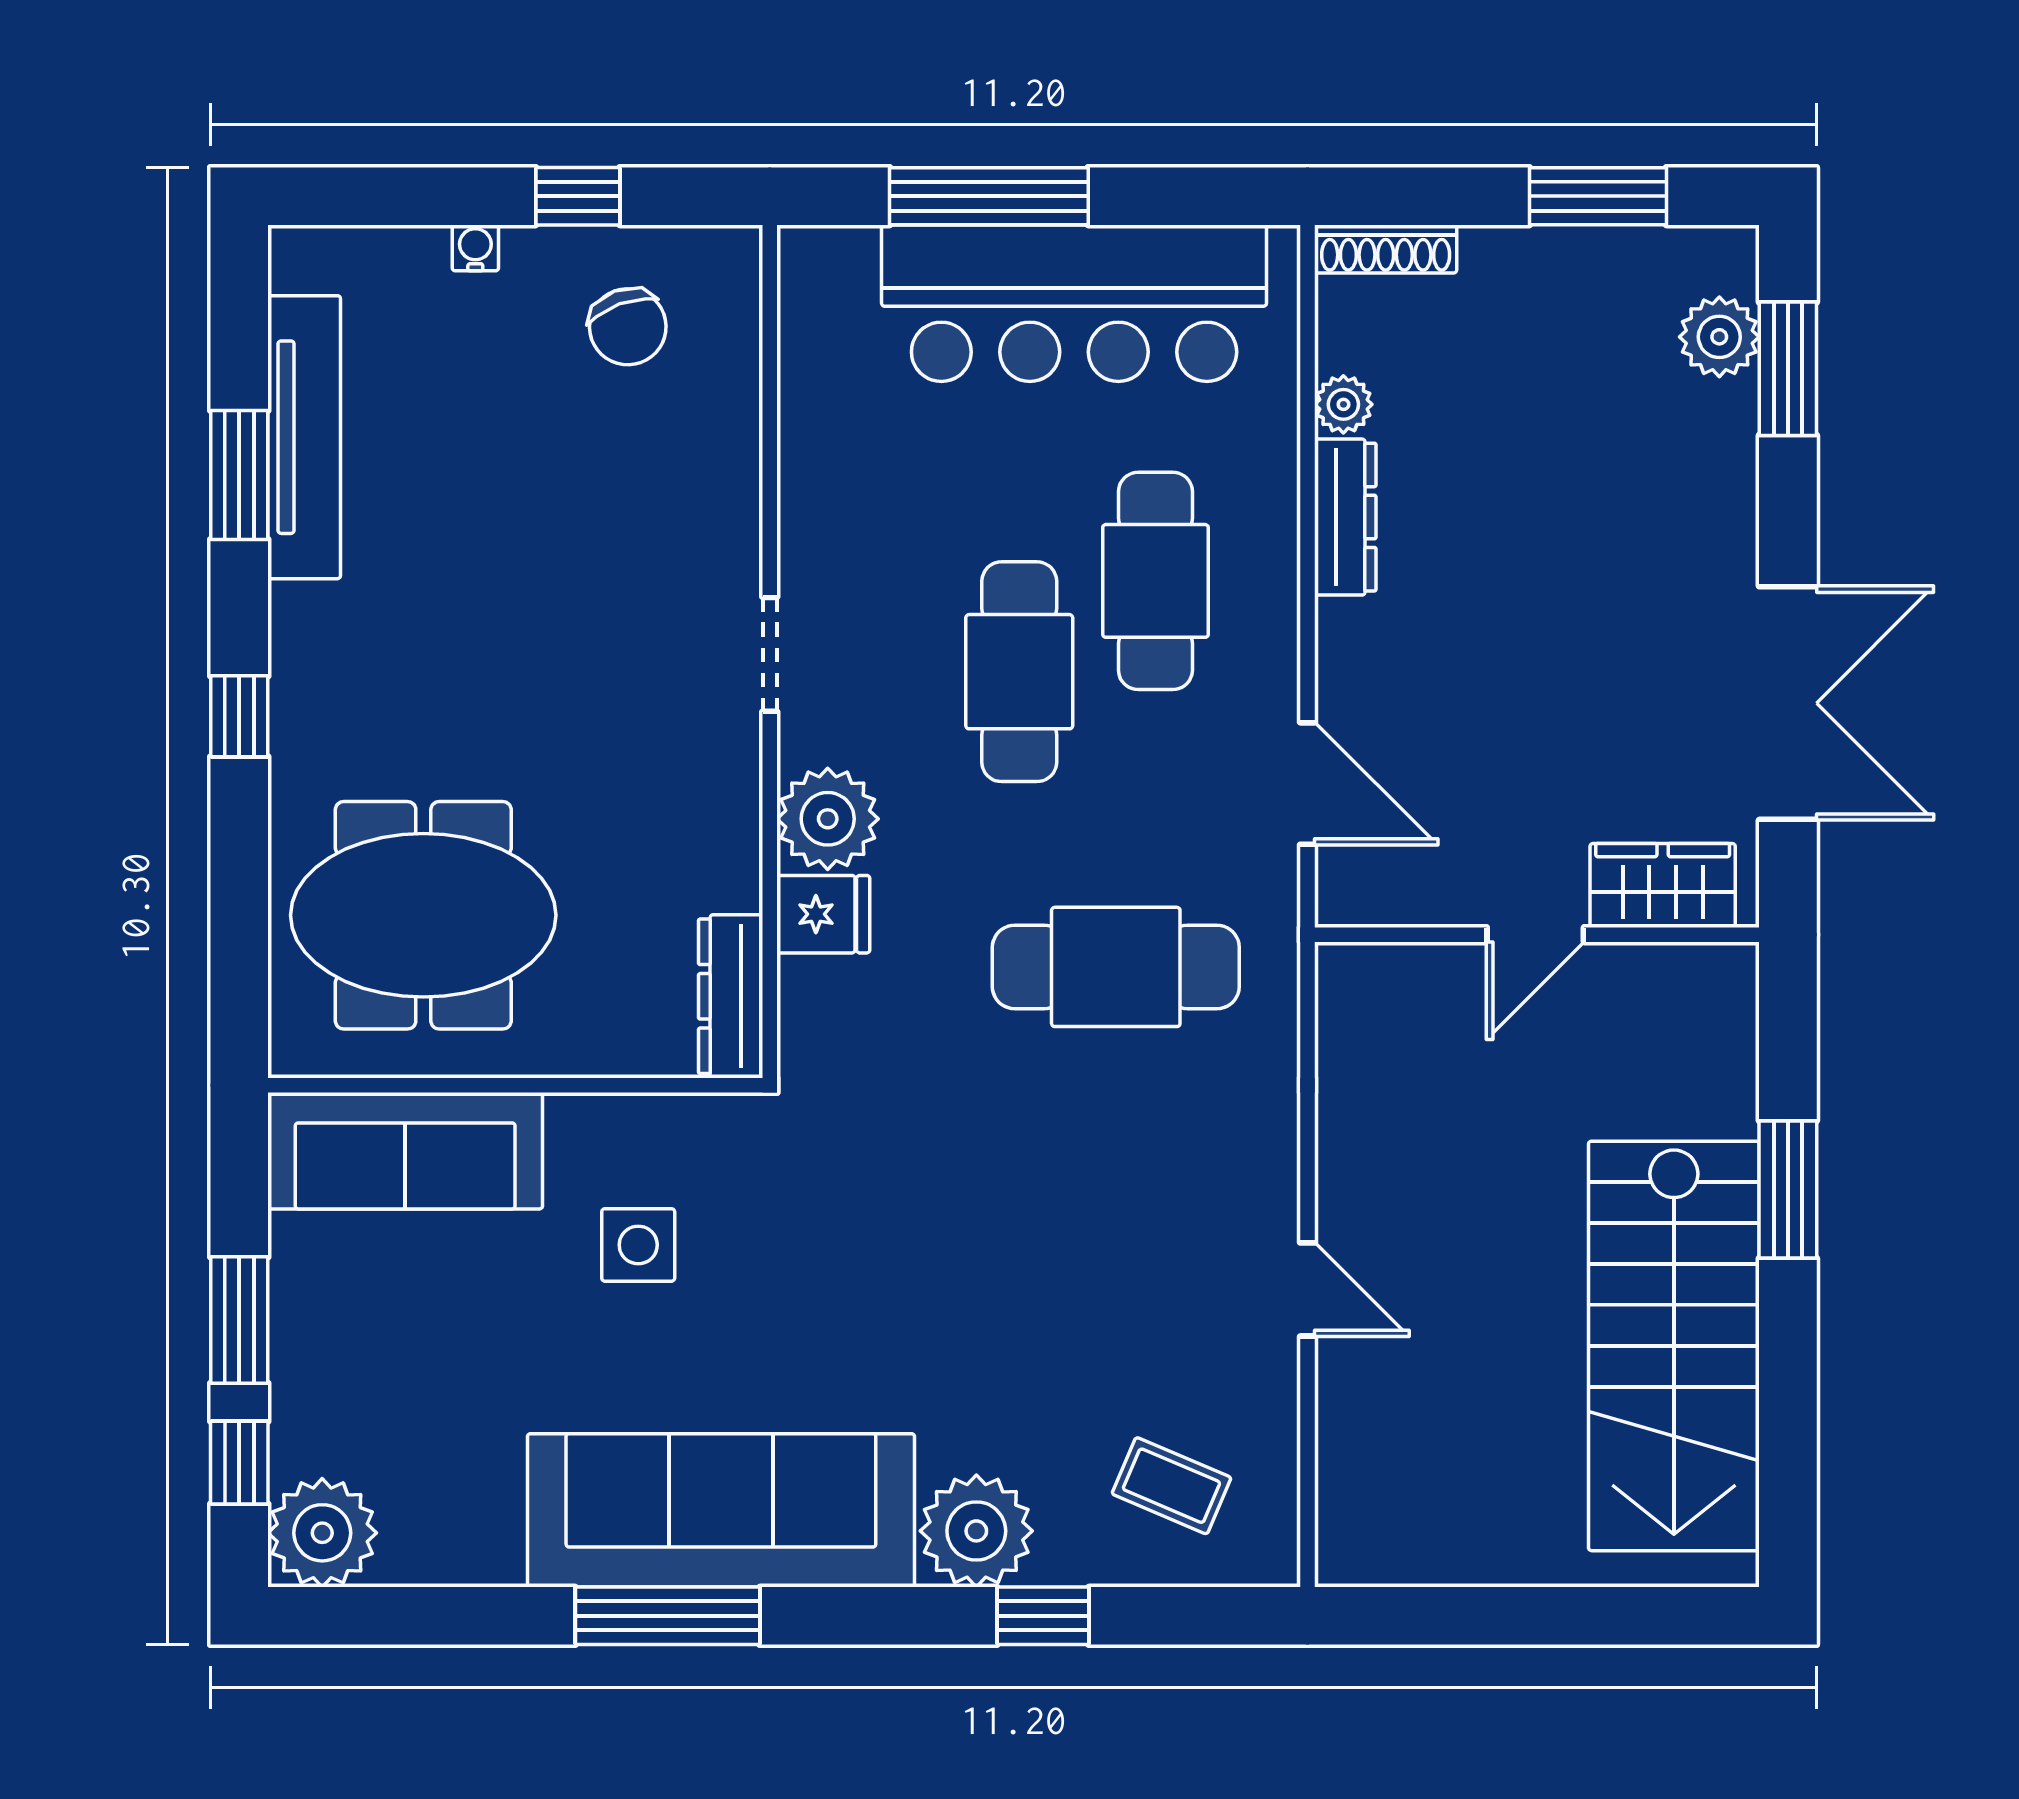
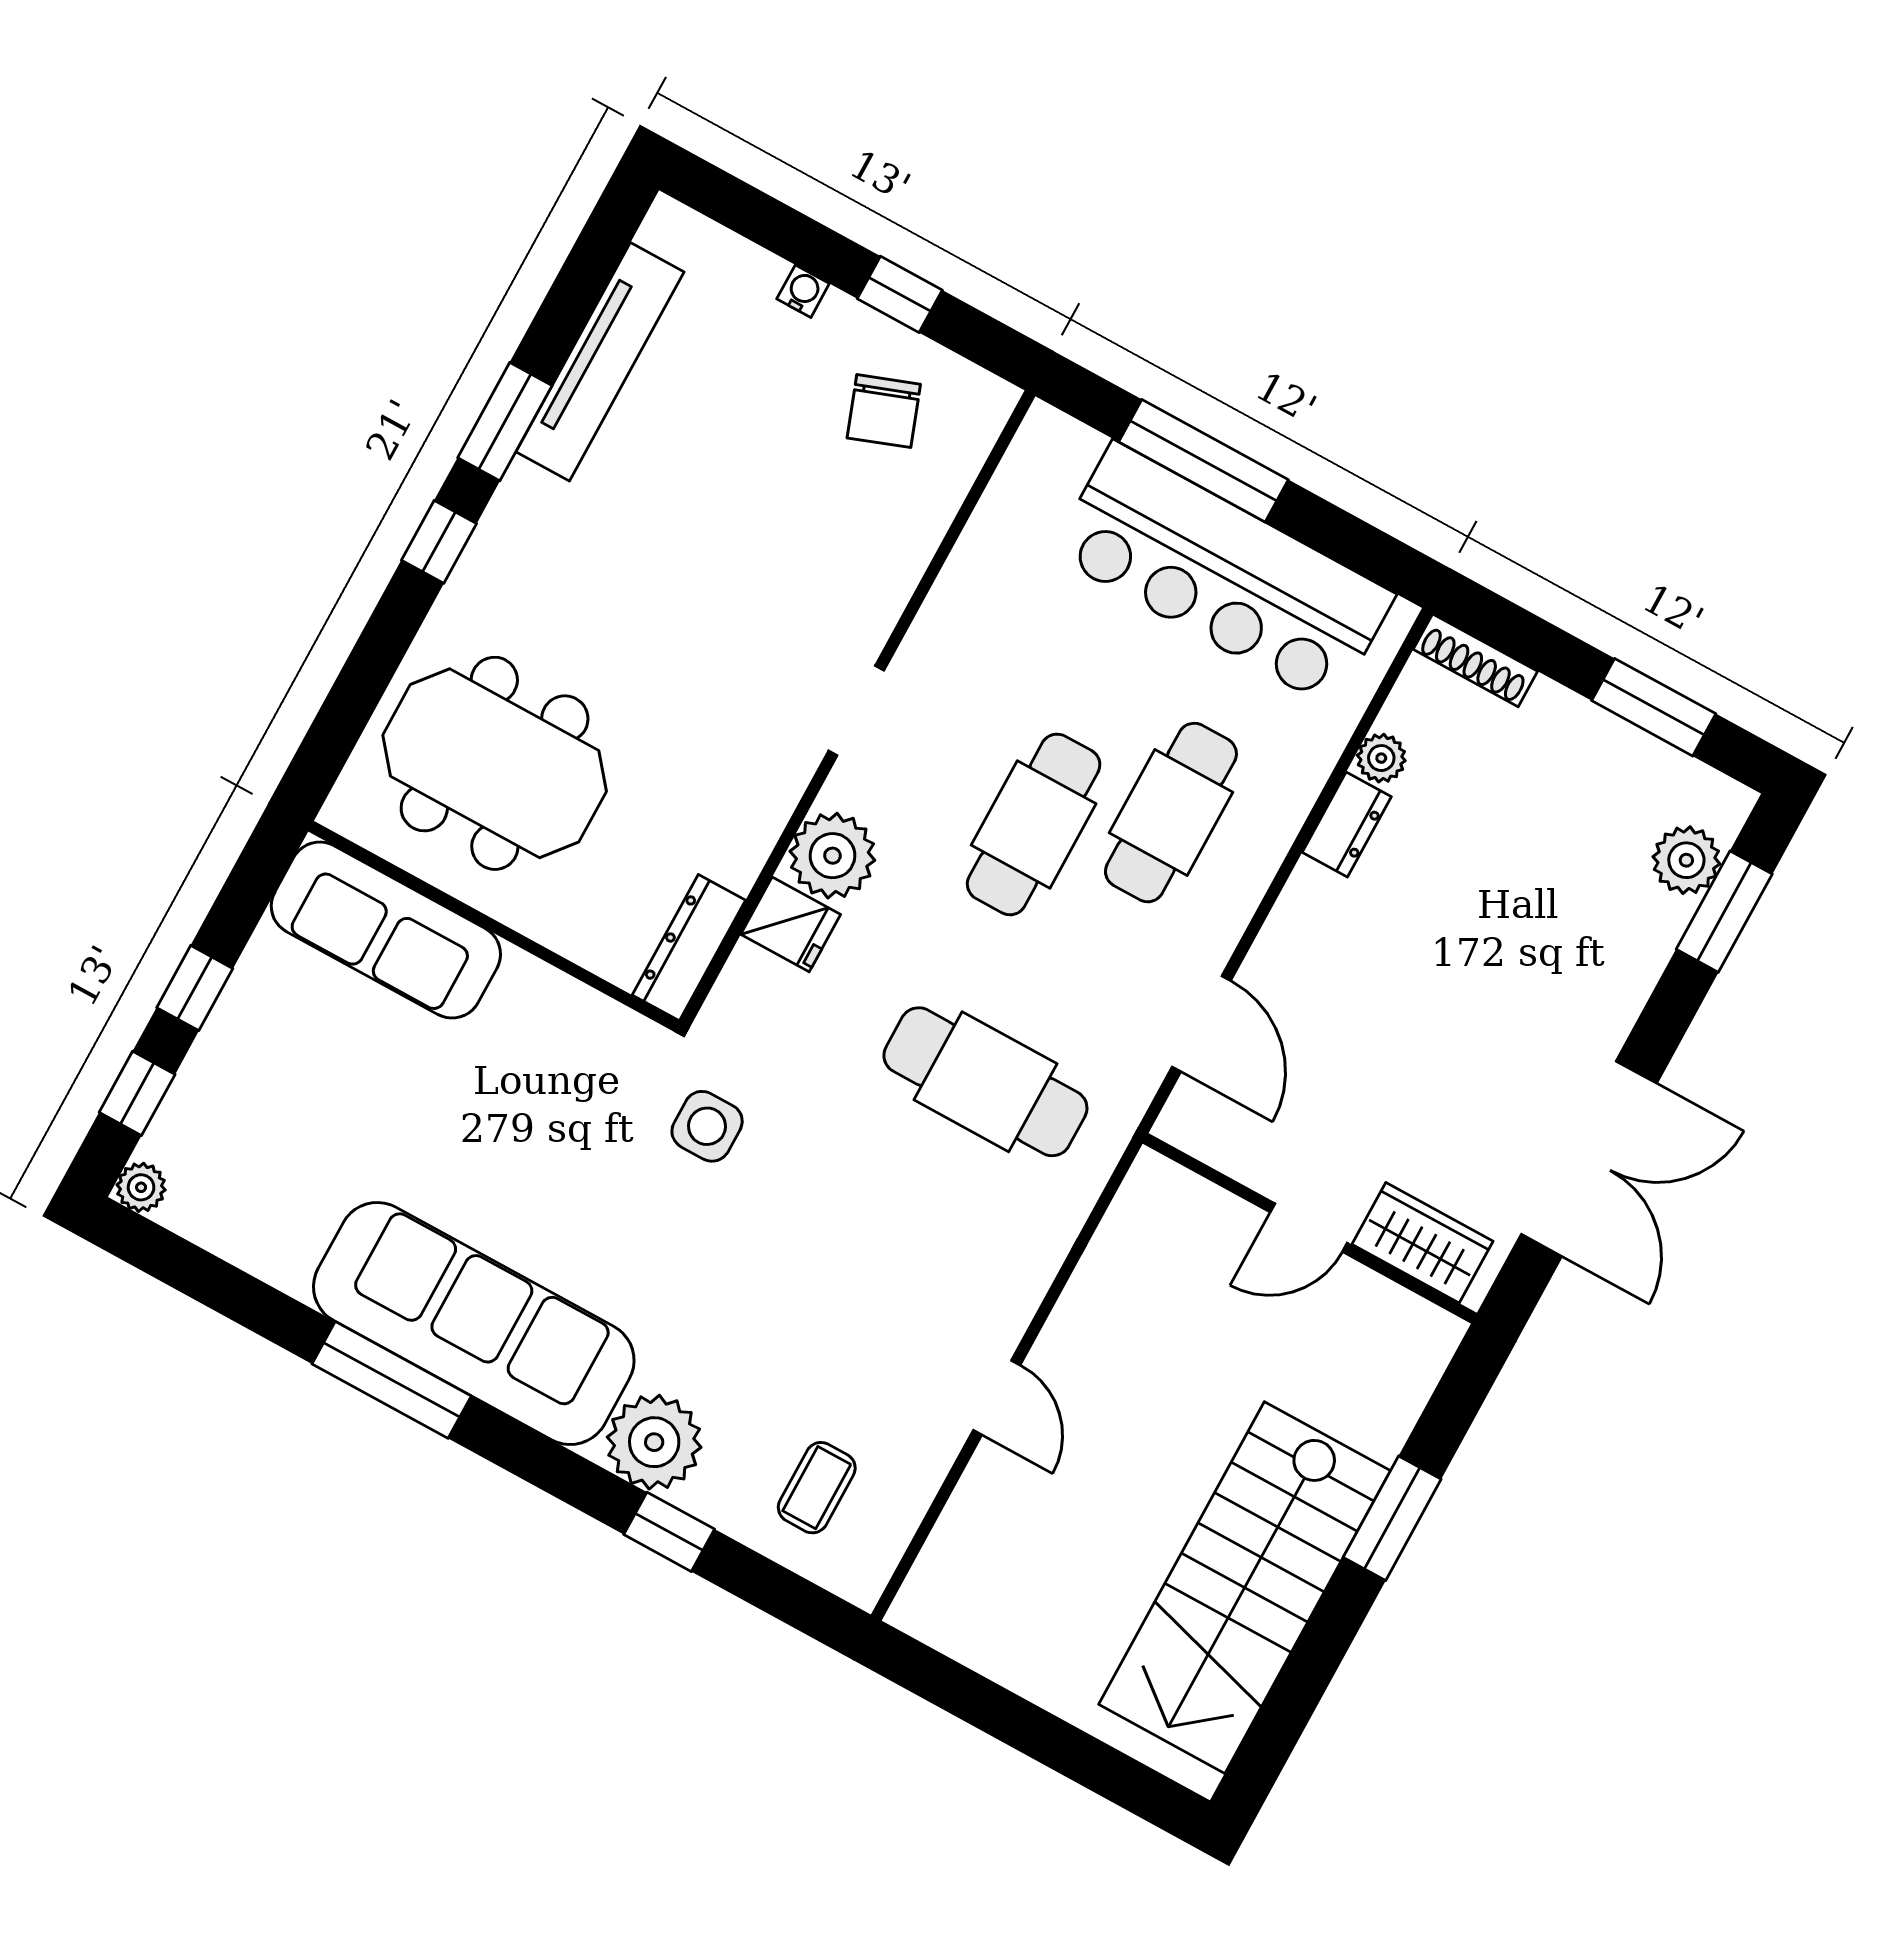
window: (239, 475) -> (505, 422), moved
dresser: (1345, 517) -> (1347, 825), width x0.70
side table: (638, 1245) -> (707, 1126), moved
window: (239, 1320) -> (195, 988), width x0.67
coffee table: (1171, 1486) -> (817, 1488), turned 67
plant: (322, 1533) -> (141, 1187), width x0.53, depth x0.53

